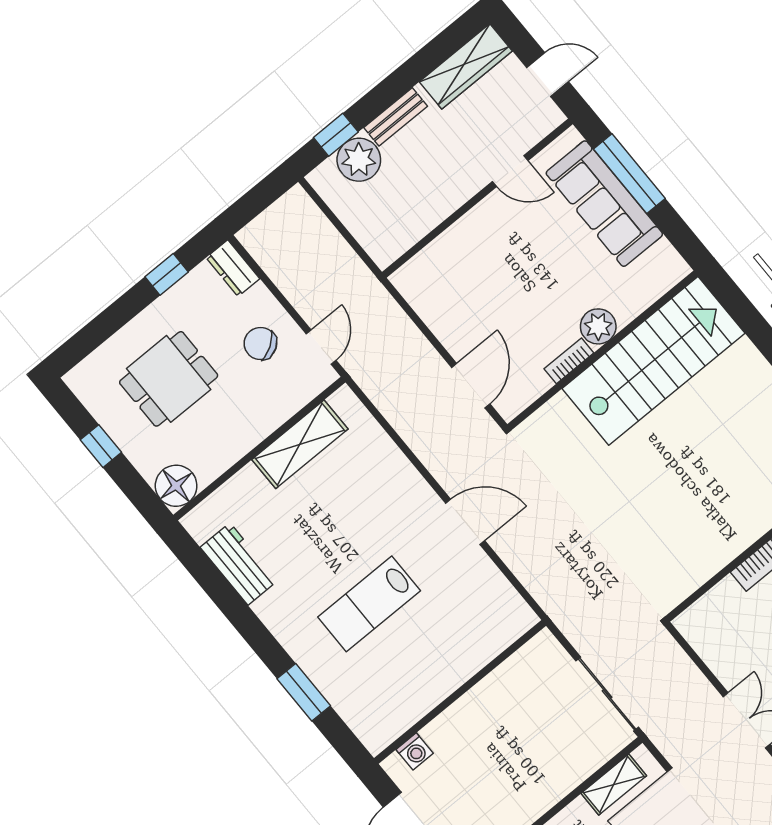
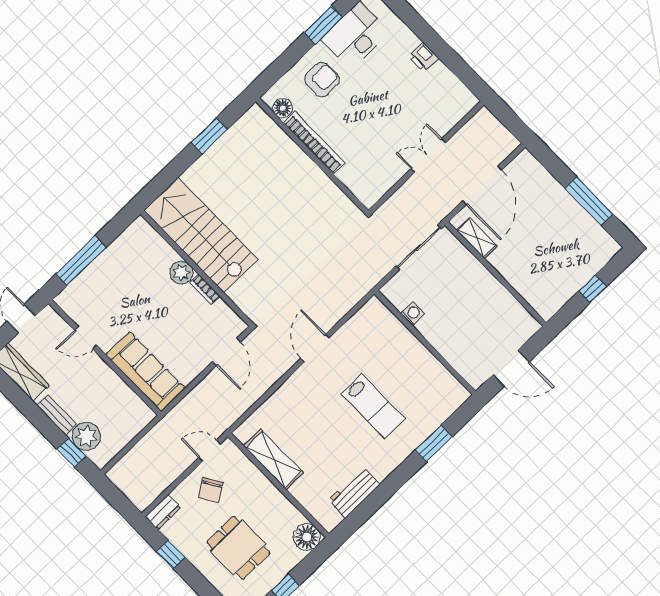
door: (510, 171) -> (86, 338), swing flipped
sofa: (604, 204) -> (145, 372), moved, turned -90
door: (471, 386) -> (227, 352), swing flipped
washing machine: (415, 751) -> (412, 314), moved

